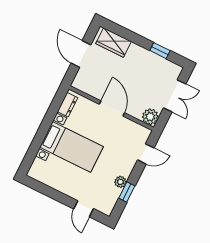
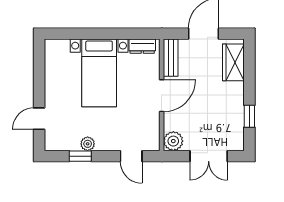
bench: (87, 88) -> (171, 58), added

